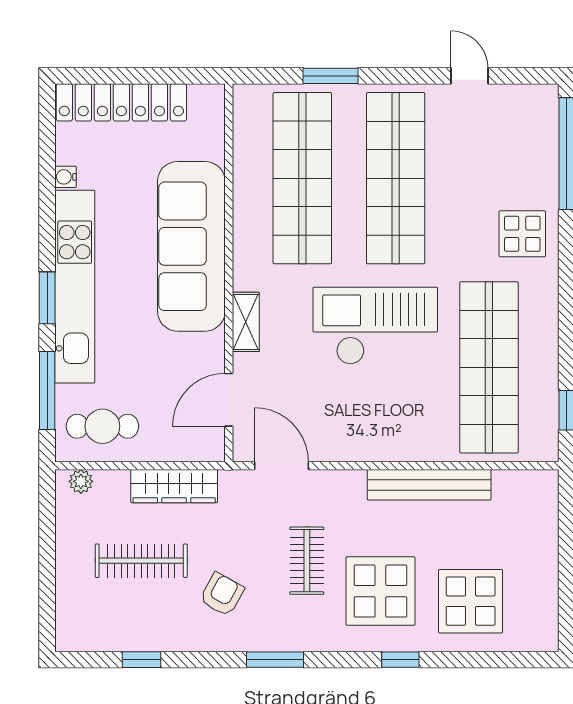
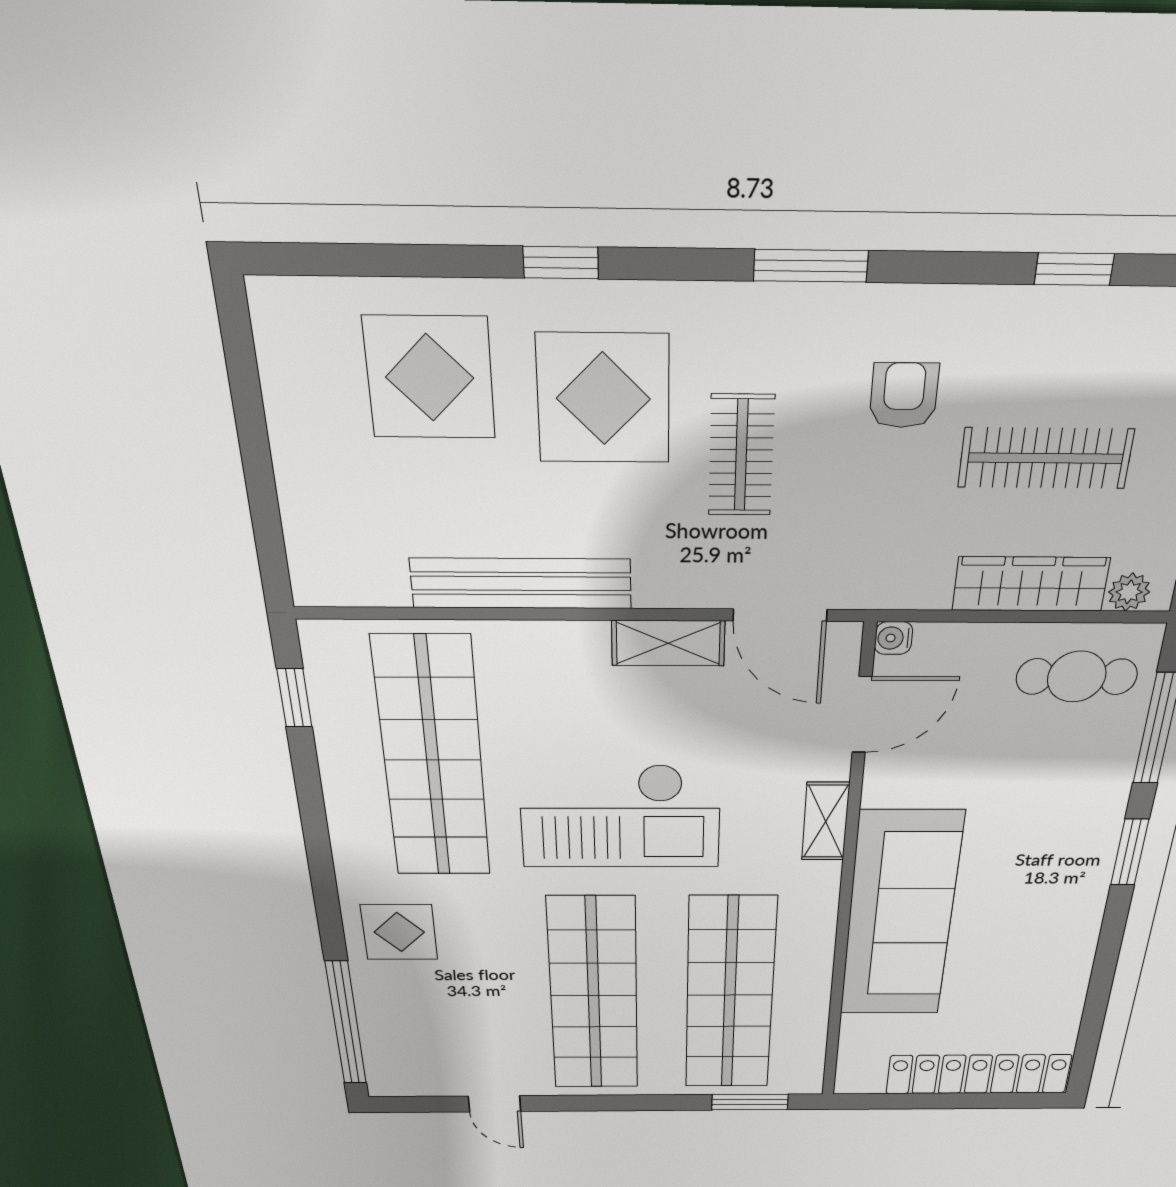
window: (330, 76) -> (750, 1102), moved
water cooler: (65, 177) -> (893, 638), moved, turned 180
kitchen unit: (75, 287) -> (1084, 867), removed
shelving: (346, 447) -> (668, 643), added
wardrobe: (174, 486) -> (1031, 584), moved
armchair: (222, 594) -> (904, 395), turned 151

